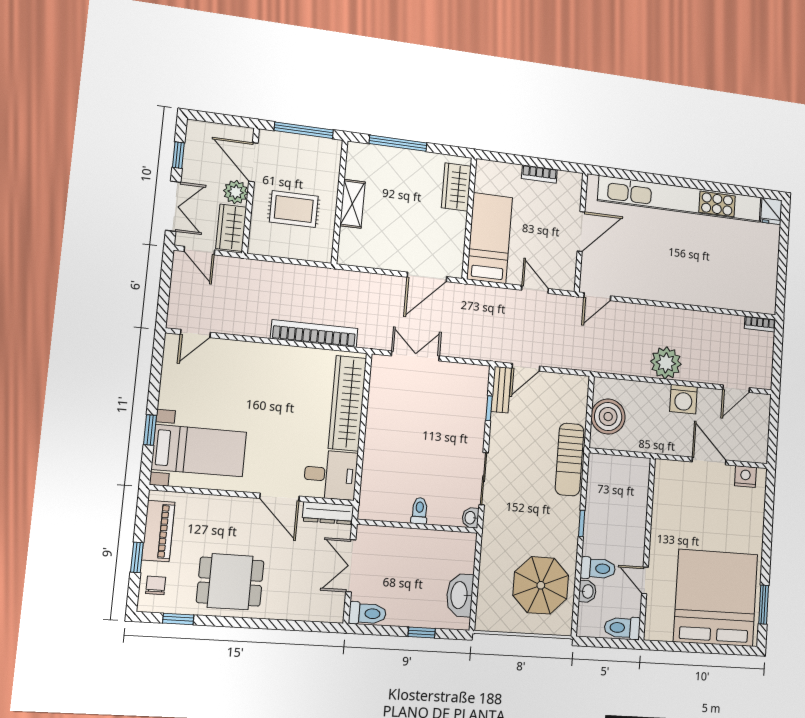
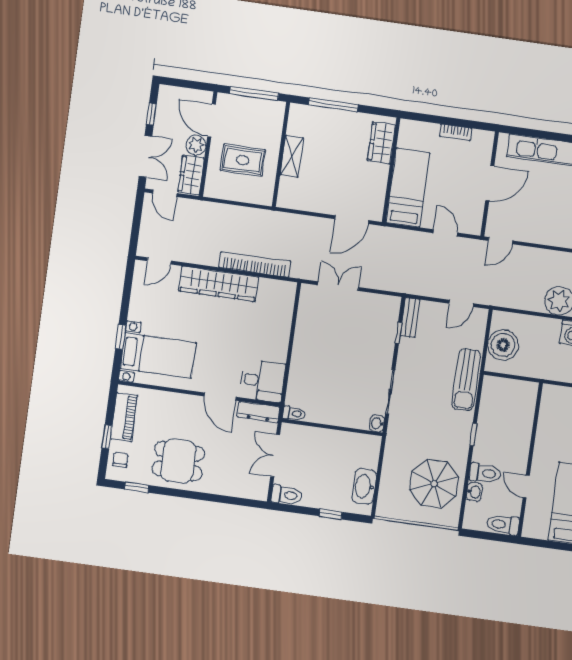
door: (526, 367) -> (461, 303), moved
wardrobe: (347, 403) -> (219, 284), moved, turned -90
toilet: (419, 511) -> (294, 413), moved, turned 90

